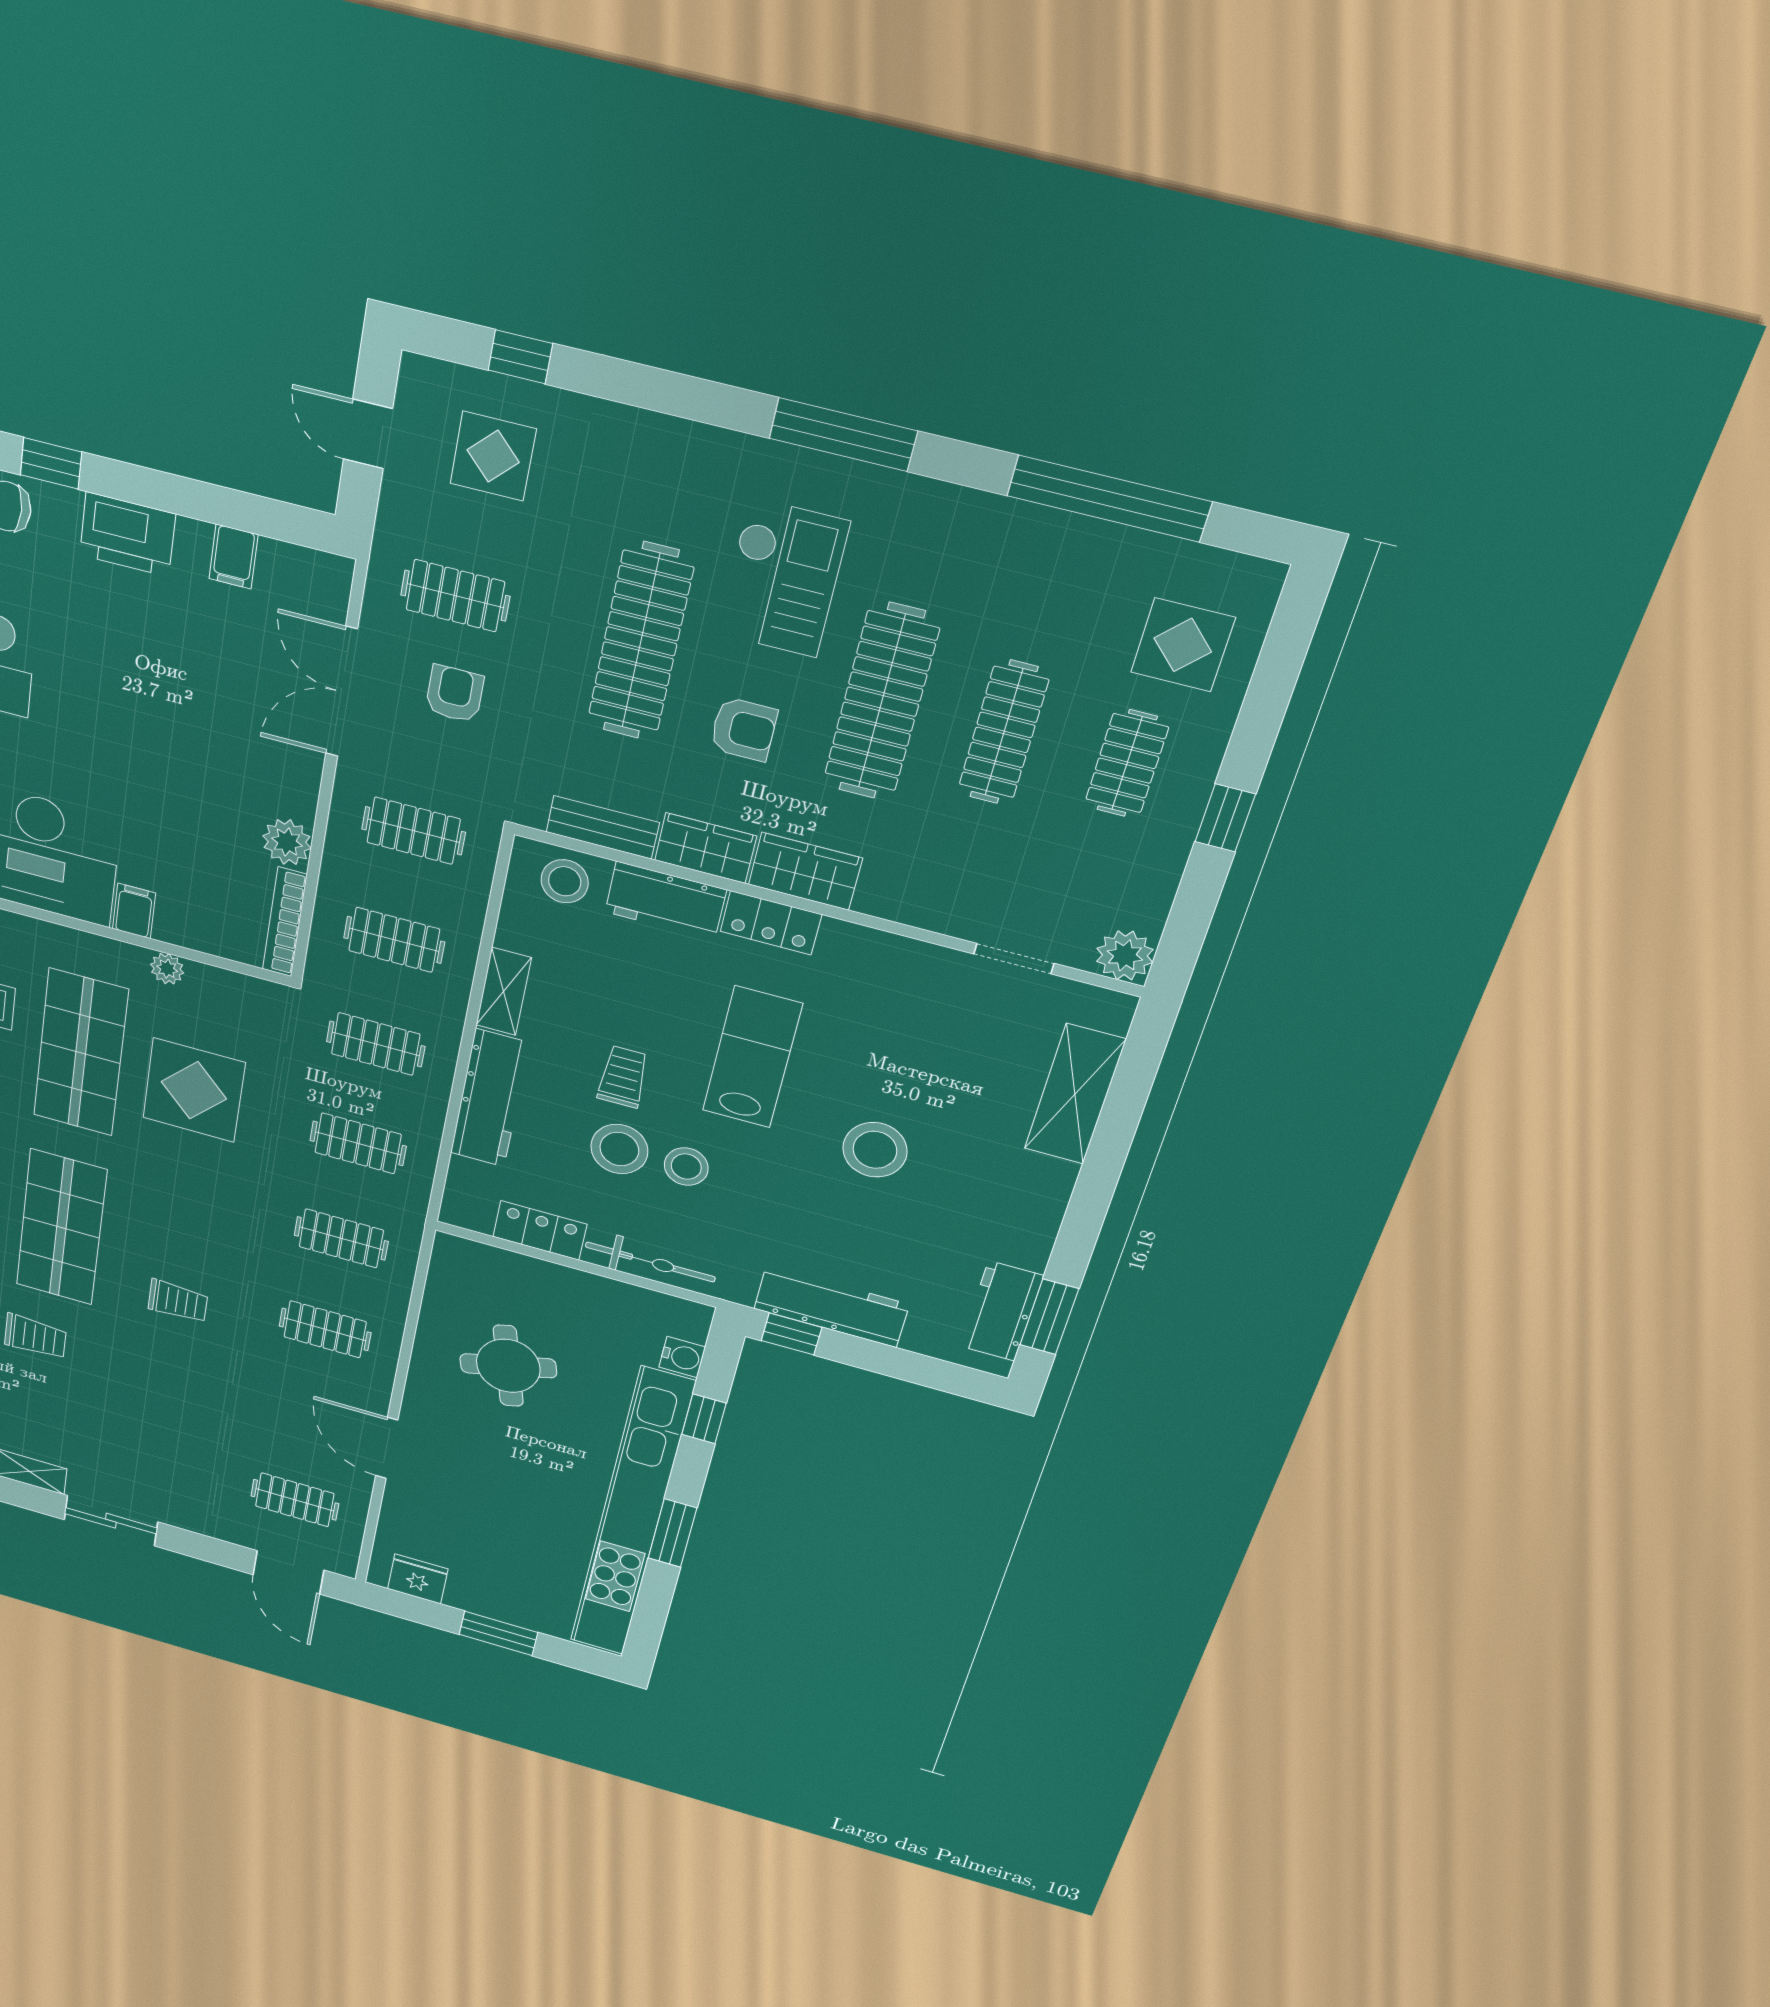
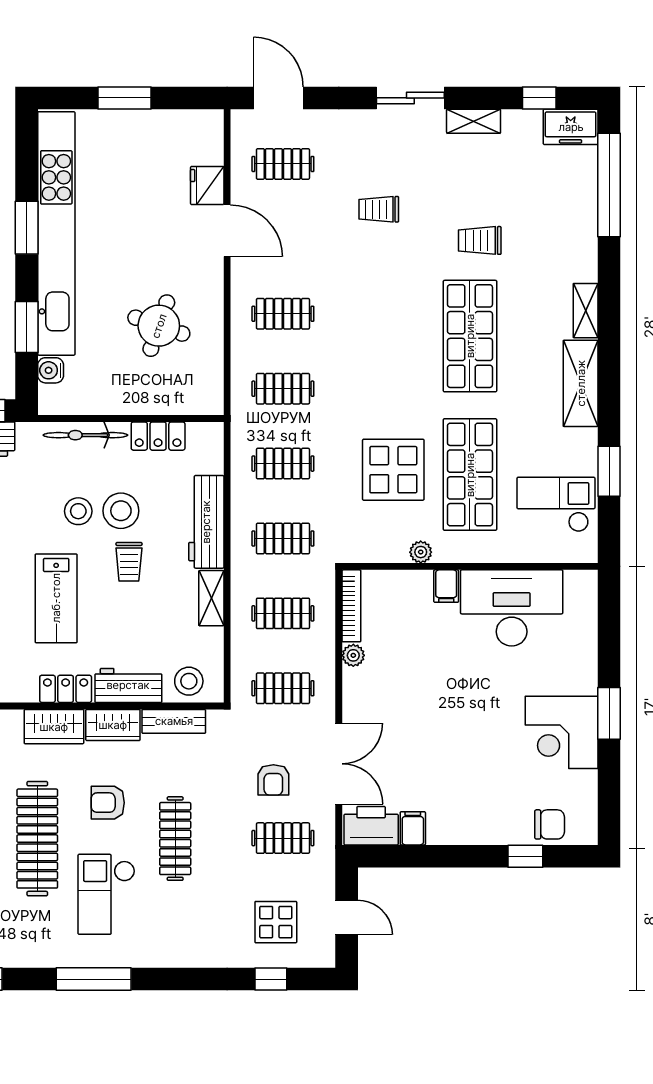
printer: (127, 534) -> (371, 826), moved
clothes rail: (641, 641) -> (175, 839), width x0.73, depth x0.76
plant: (287, 842) -> (353, 655), width x0.73, depth x0.73
trolley: (178, 1301) -> (379, 209), moved
round table: (508, 1366) -> (159, 326), turned 34
window: (704, 1419) -> (27, 327), width x1.50
fridge: (418, 1579) -> (207, 186), moved, turned 90

